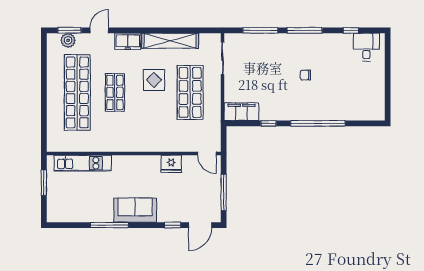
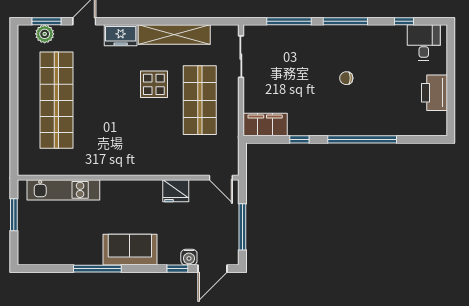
printer: (375, 87) -> (434, 93), added
shop shelf: (115, 92) -> (104, 100), removed
water cooler: (182, 216) -> (189, 257), added

